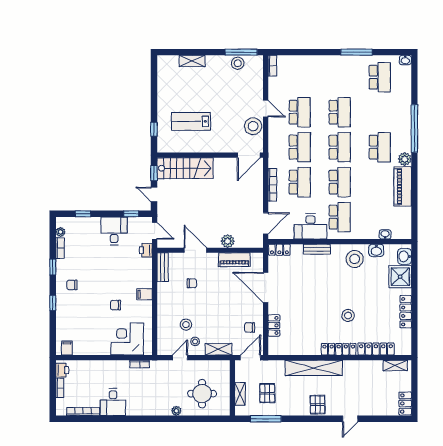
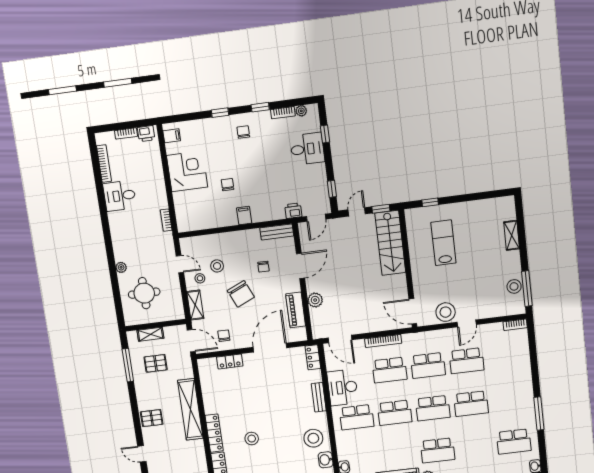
desk: (114, 231) -> (307, 149), moved
chair: (214, 307) -> (241, 294), added
corner desk: (127, 339) -> (187, 171), moved

